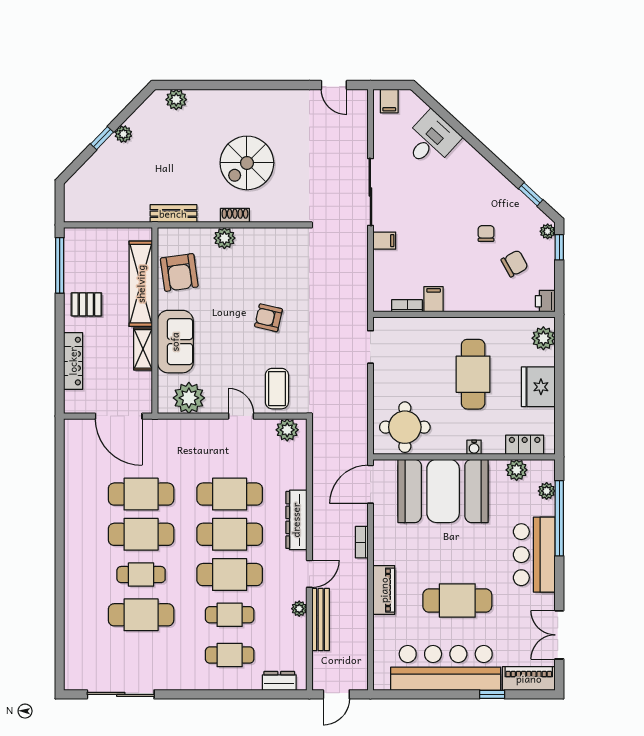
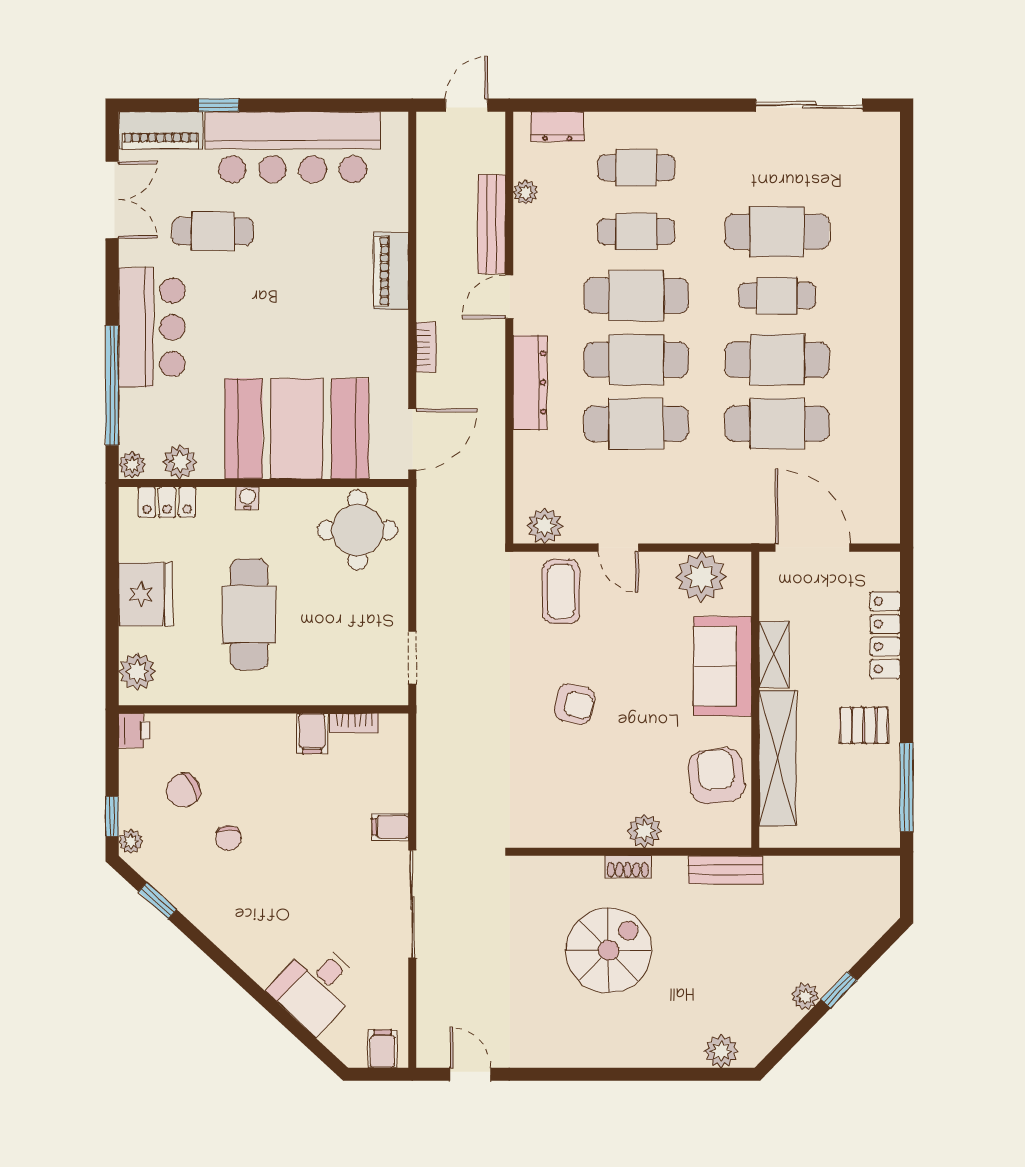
plant: (547, 491) -> (132, 465), moved
cafe table: (457, 601) -> (213, 231), moved, width x0.73, depth x0.74
plant: (299, 609) -> (526, 192), moved

